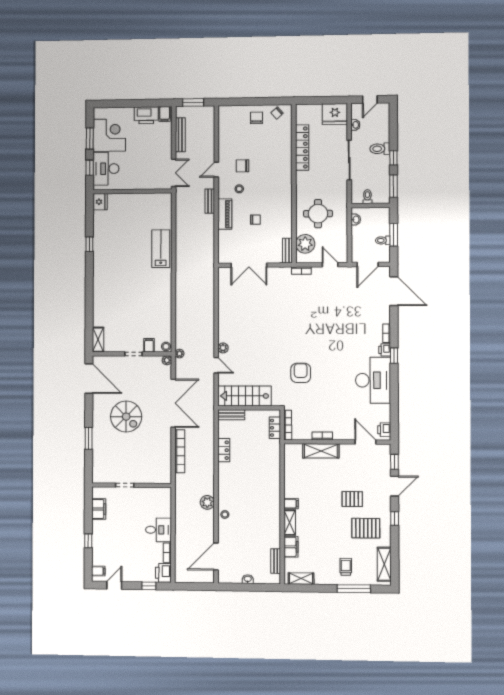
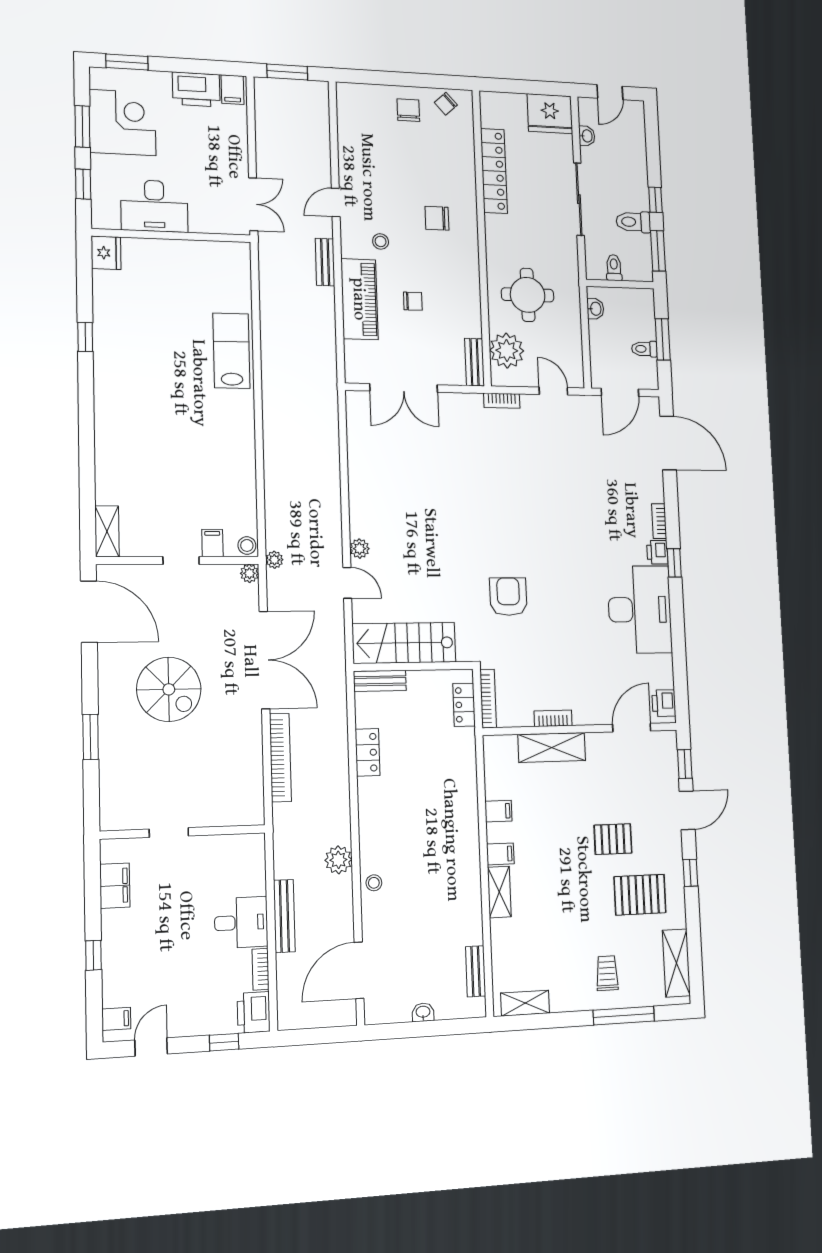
window: (112, 104) -> (127, 62), added
bench: (180, 135) -> (284, 916), moved
toilet: (380, 149) -> (633, 222), moved
chair: (242, 166) -> (437, 218), moved
desk: (106, 169) -> (154, 206), moved, turned -90
piano: (225, 214) -> (359, 299), width x1.37, depth x1.33
door: (365, 442) -> (632, 728), hinge flipped
filing cabinet: (291, 547) -> (498, 811), moved, width x0.50

